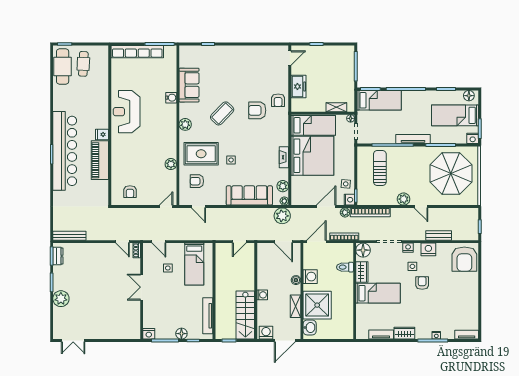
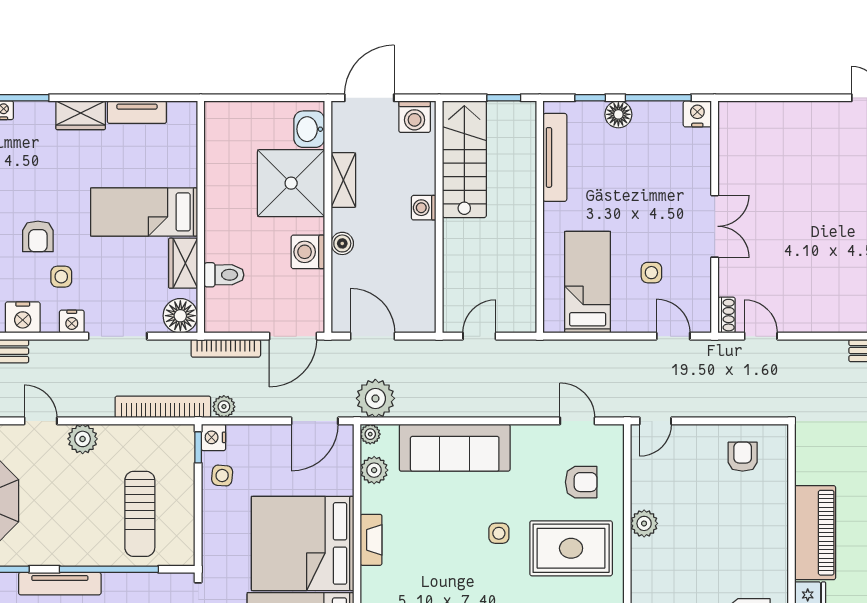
door: (326, 207) -> (315, 421), moved

